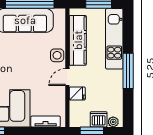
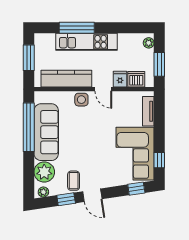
kitchen unit: (114, 39) -> (86, 42), moved
window: (128, 71) -> (77, 28), moved
dishwasher: (99, 119) -> (136, 79), moved, turned 90

